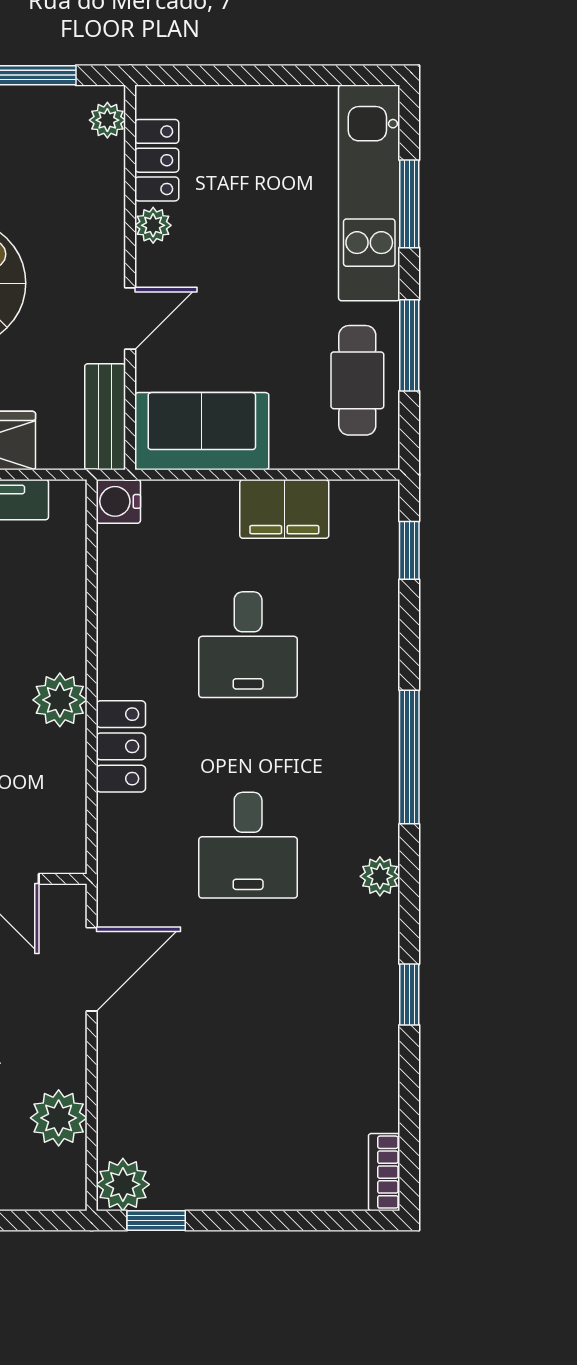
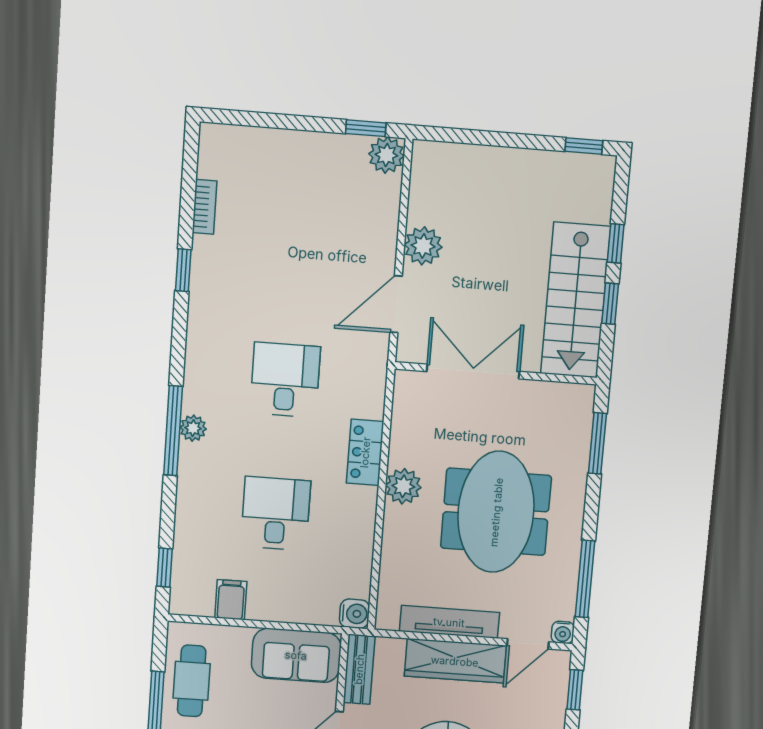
filing cabinet: (284, 509) -> (231, 600), width x0.50
plant: (380, 876) -> (193, 428), moved
plant: (59, 1118) -> (423, 246), moved
bookcase: (384, 1172) -> (204, 207), moved

